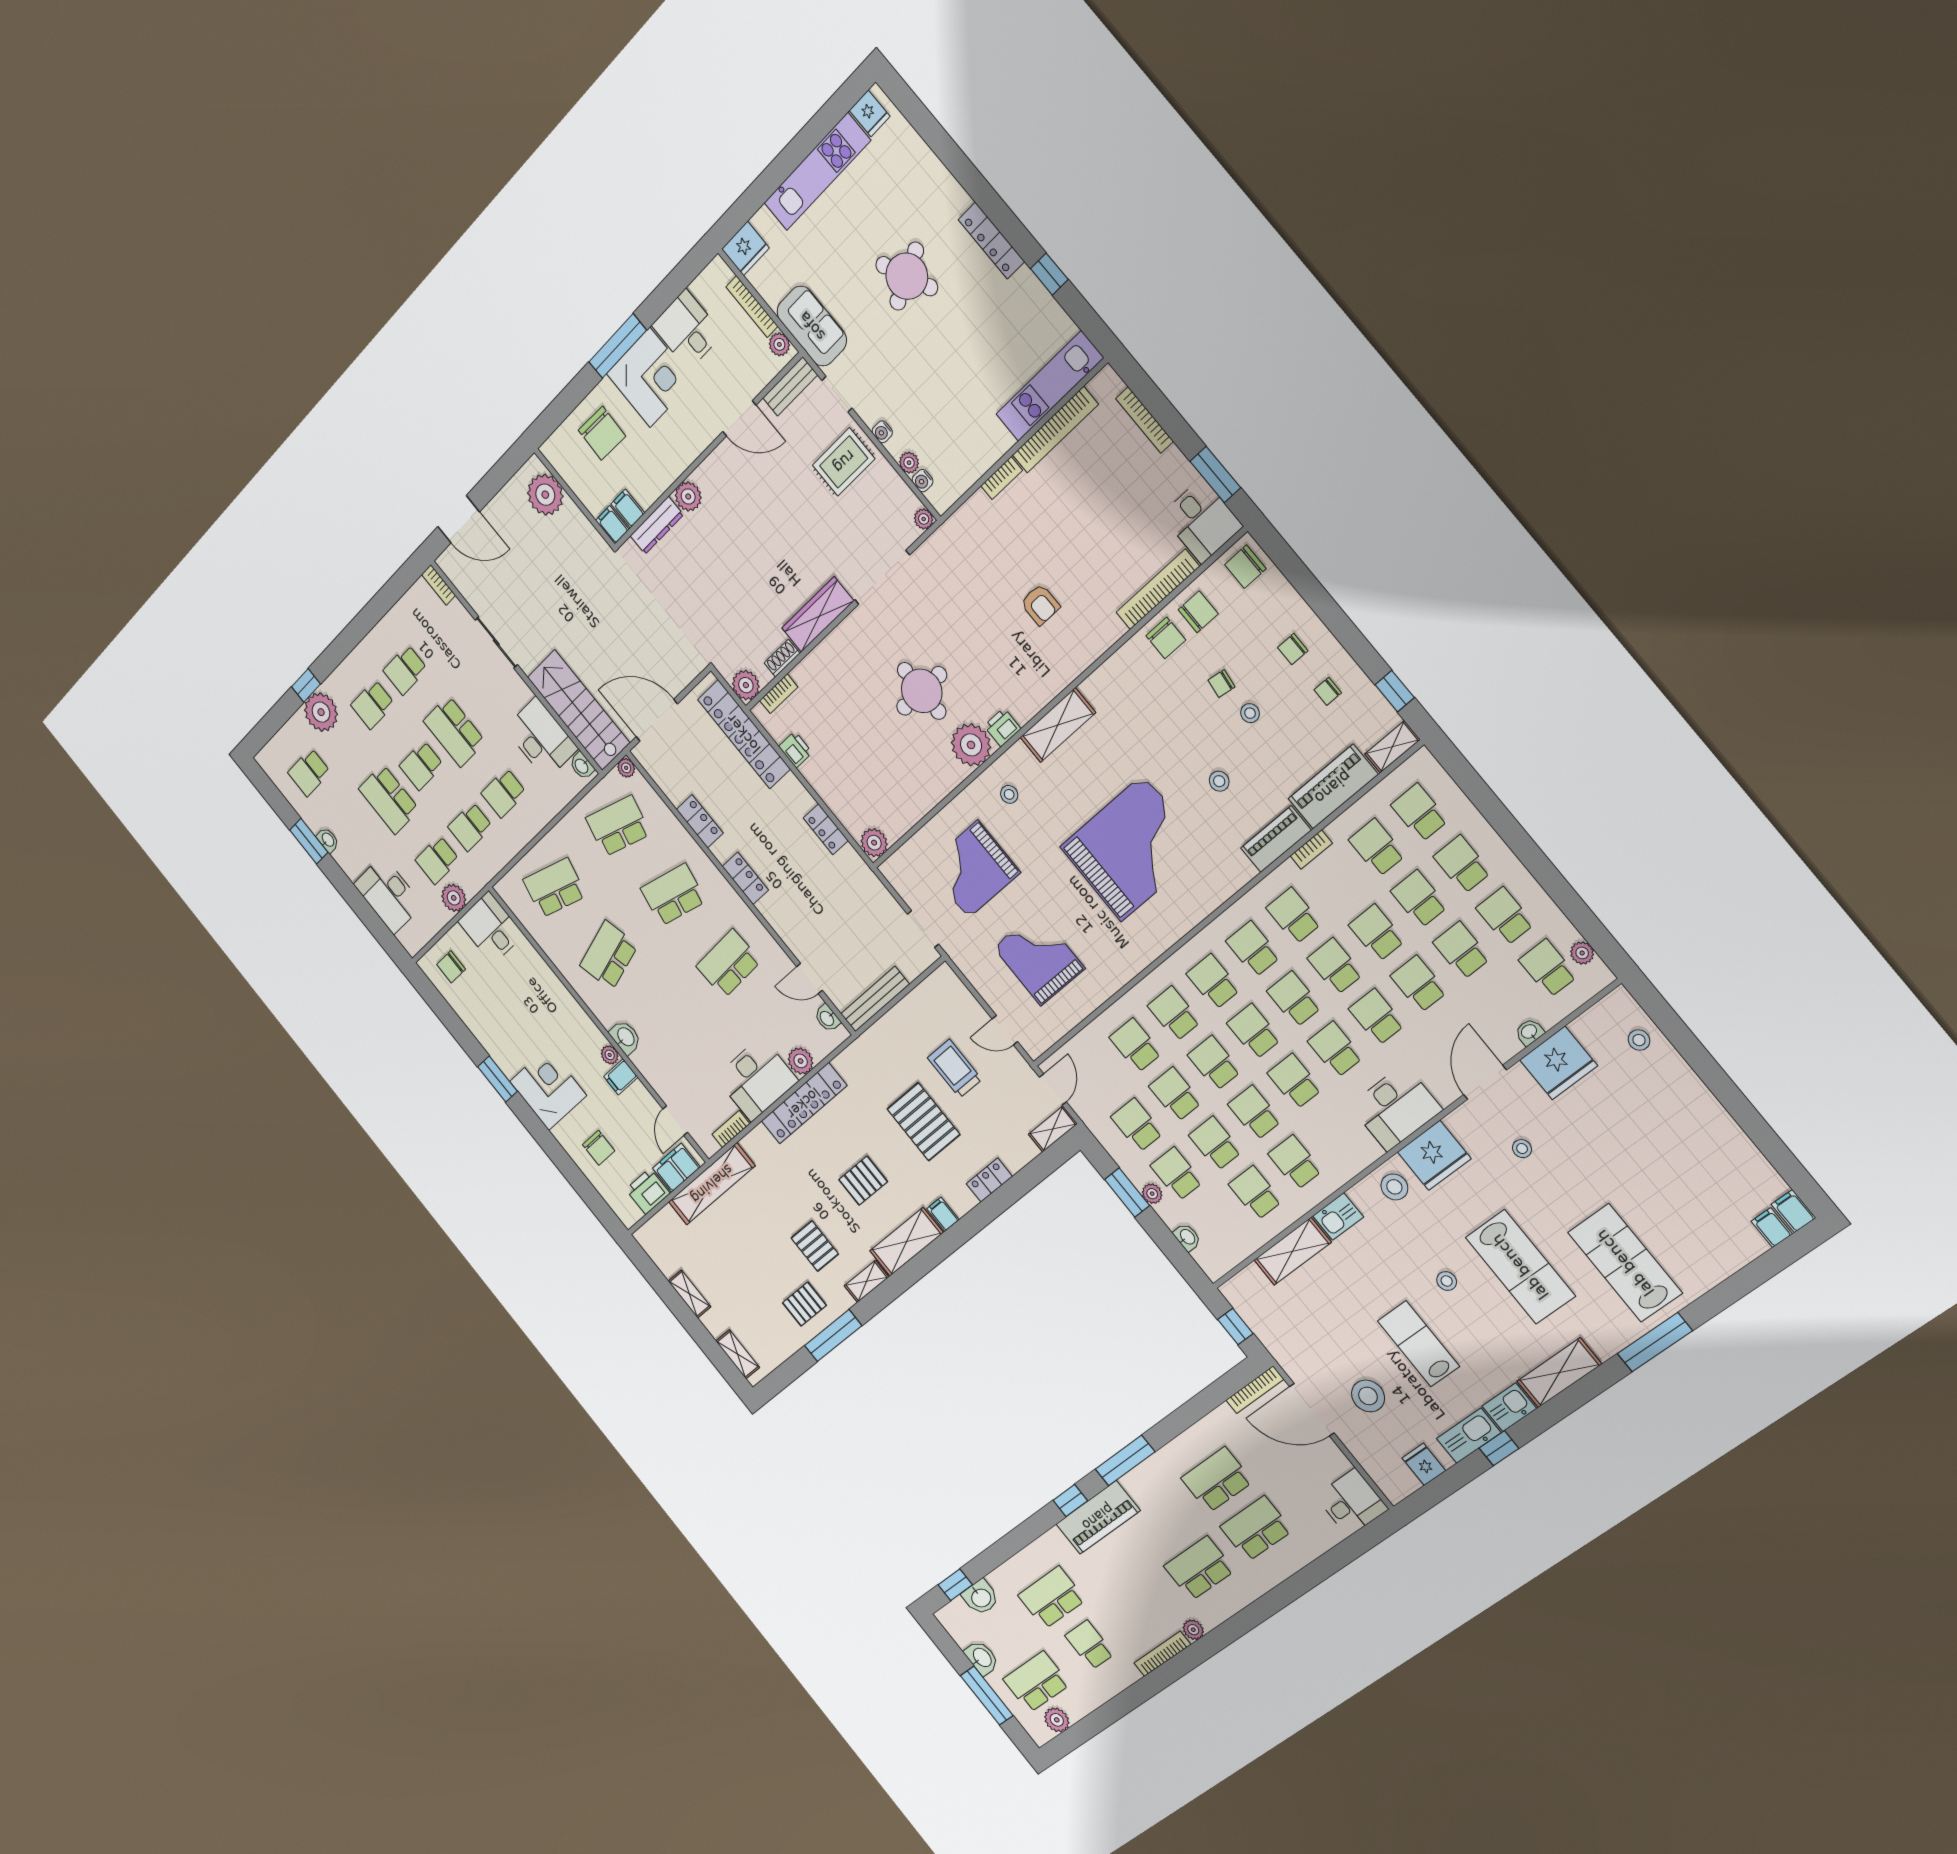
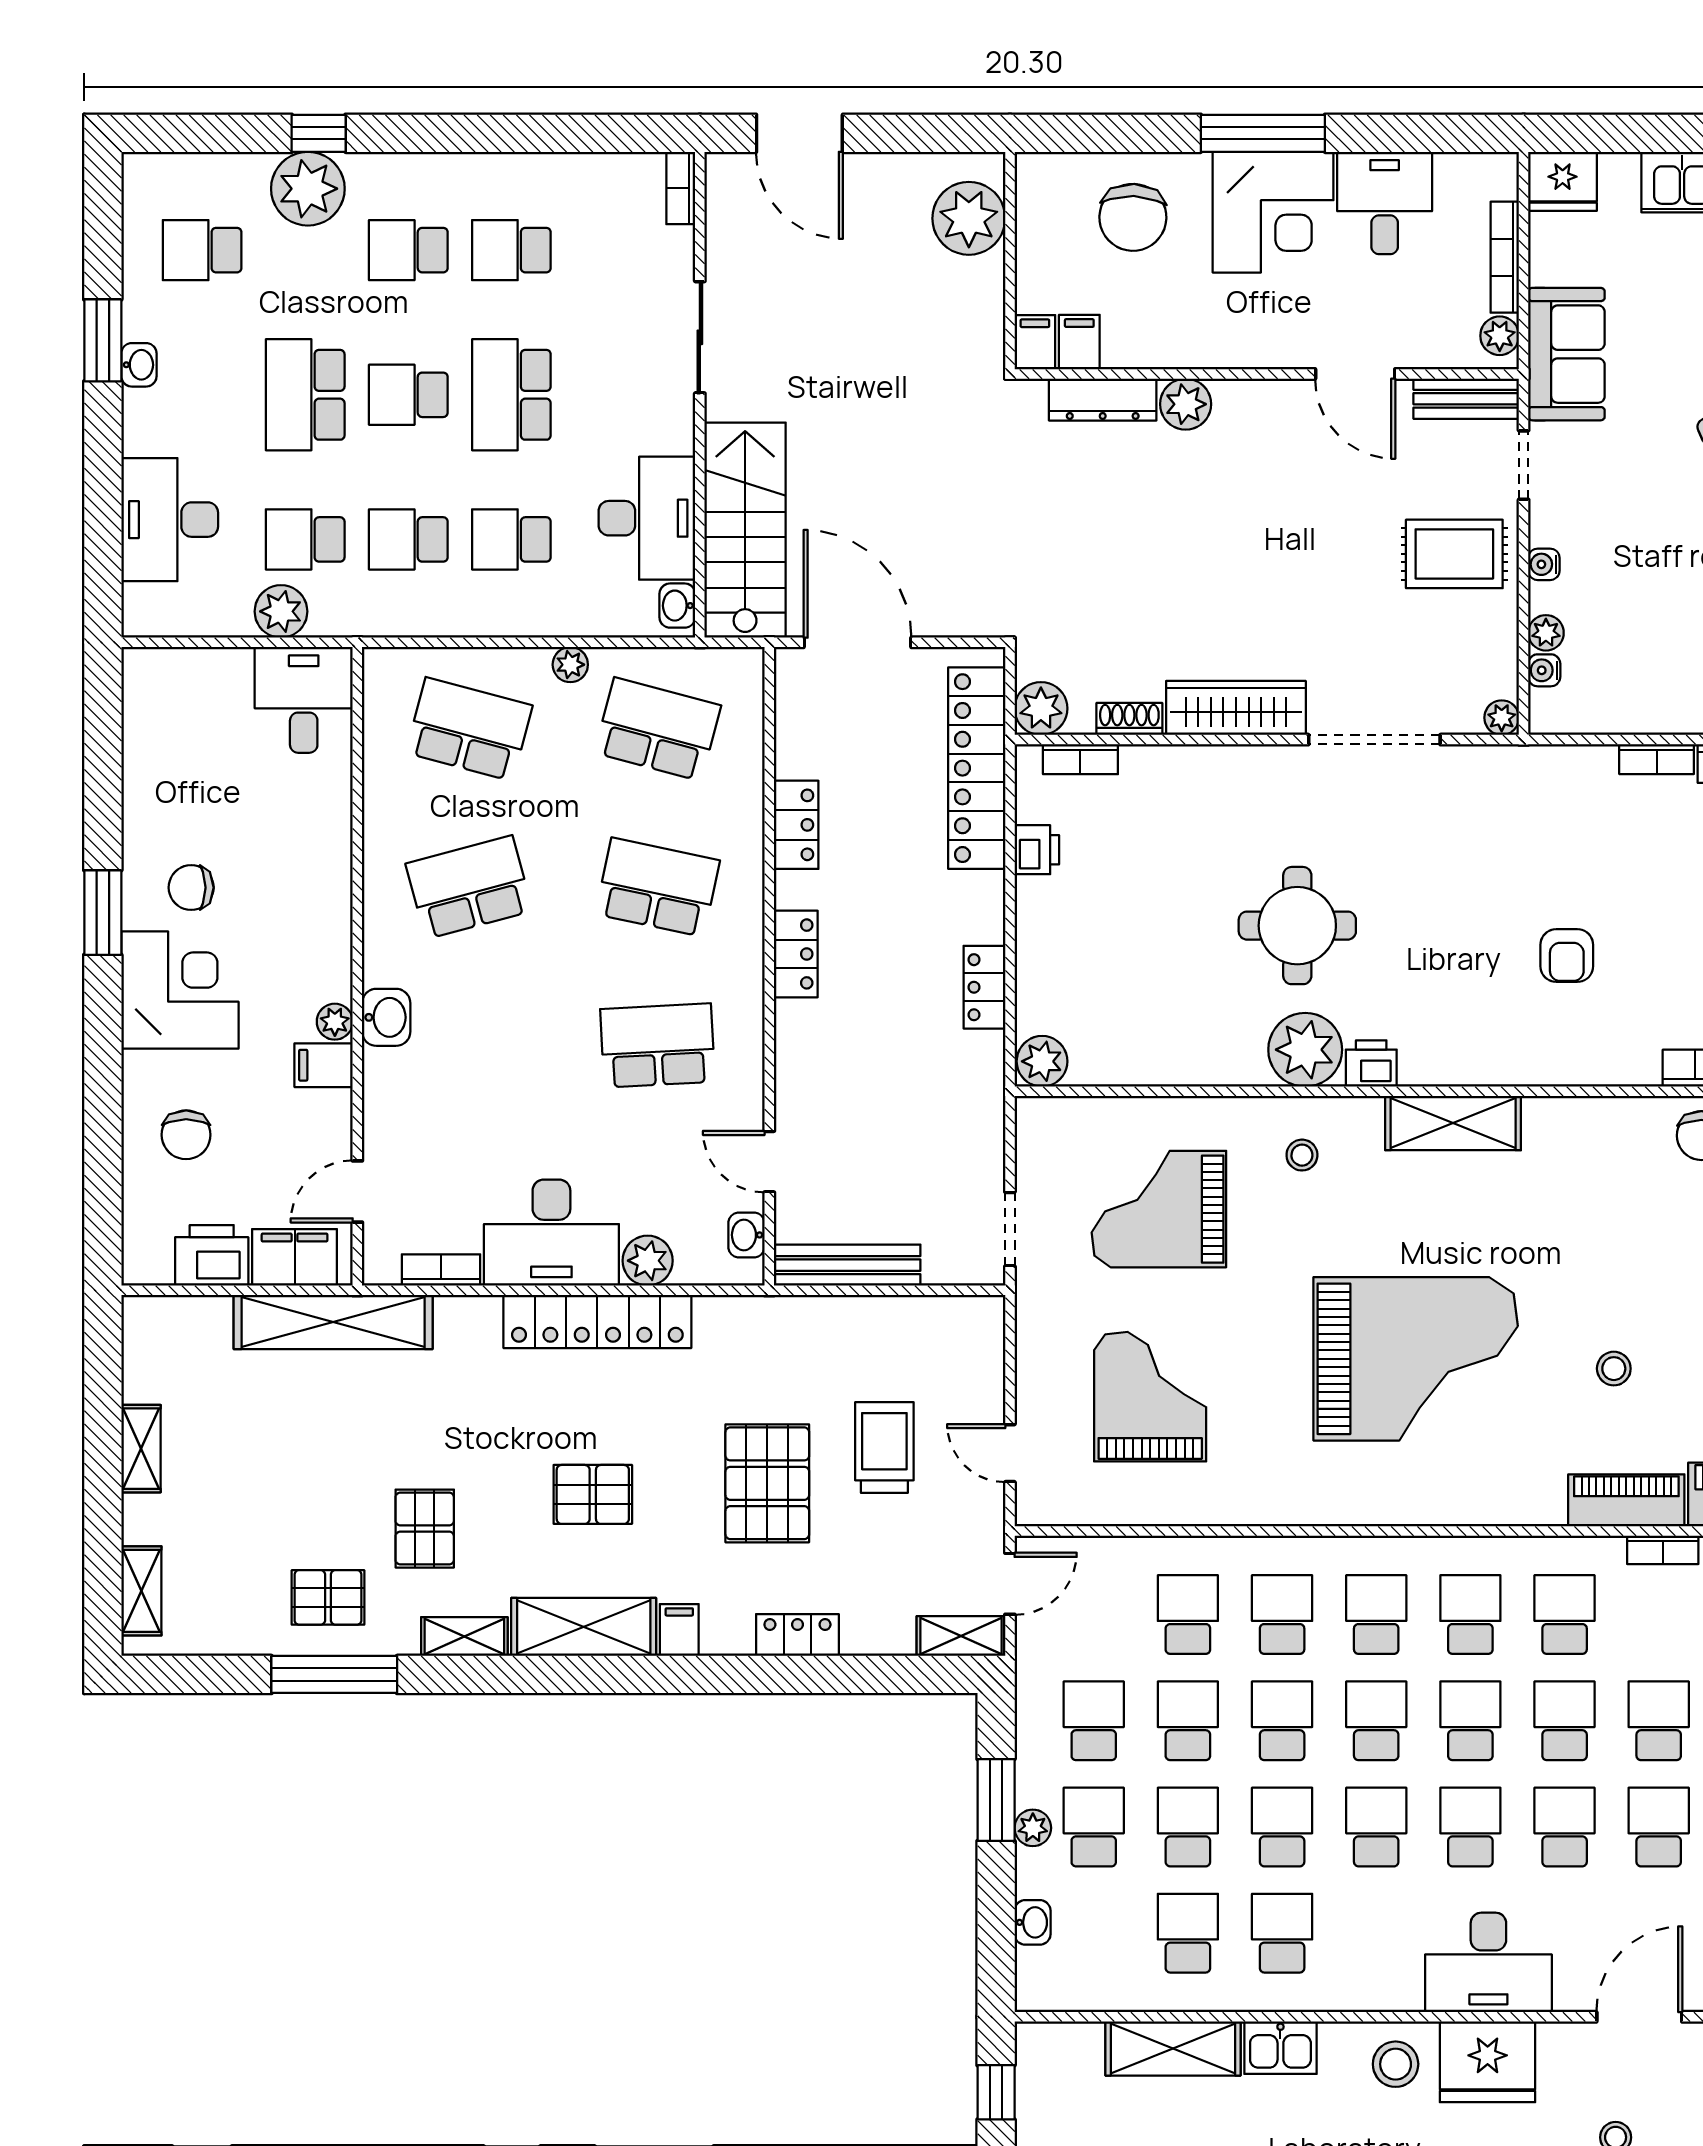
plant: (626, 768) -> (570, 665), moved
chair: (451, 967) -> (191, 888), moved

